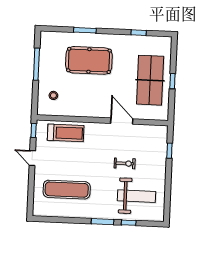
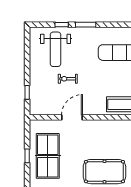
door: (122, 121) -> (72, 117), swing flipped
weight bench: (137, 196) -> (56, 49), turned -90

